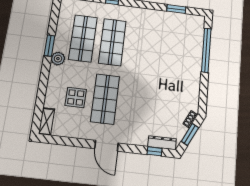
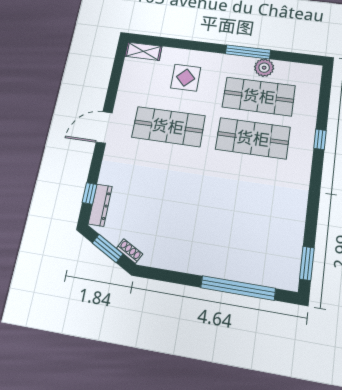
window: (176, 9) -> (307, 263), moved
window: (50, 46) -> (248, 52), width x1.44
plant: (58, 59) -> (264, 68), moved
display table: (76, 97) -> (186, 78), moved

